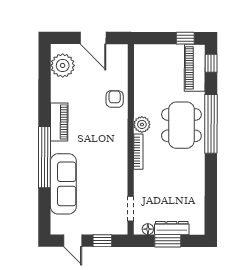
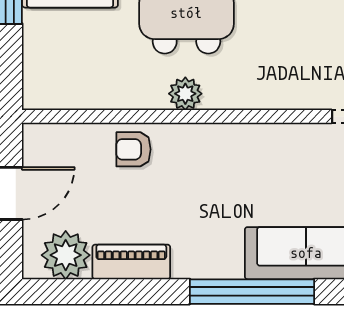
piano: (59, 122) -> (131, 262), moved
bookcase: (138, 152) -> (240, 101), removed

